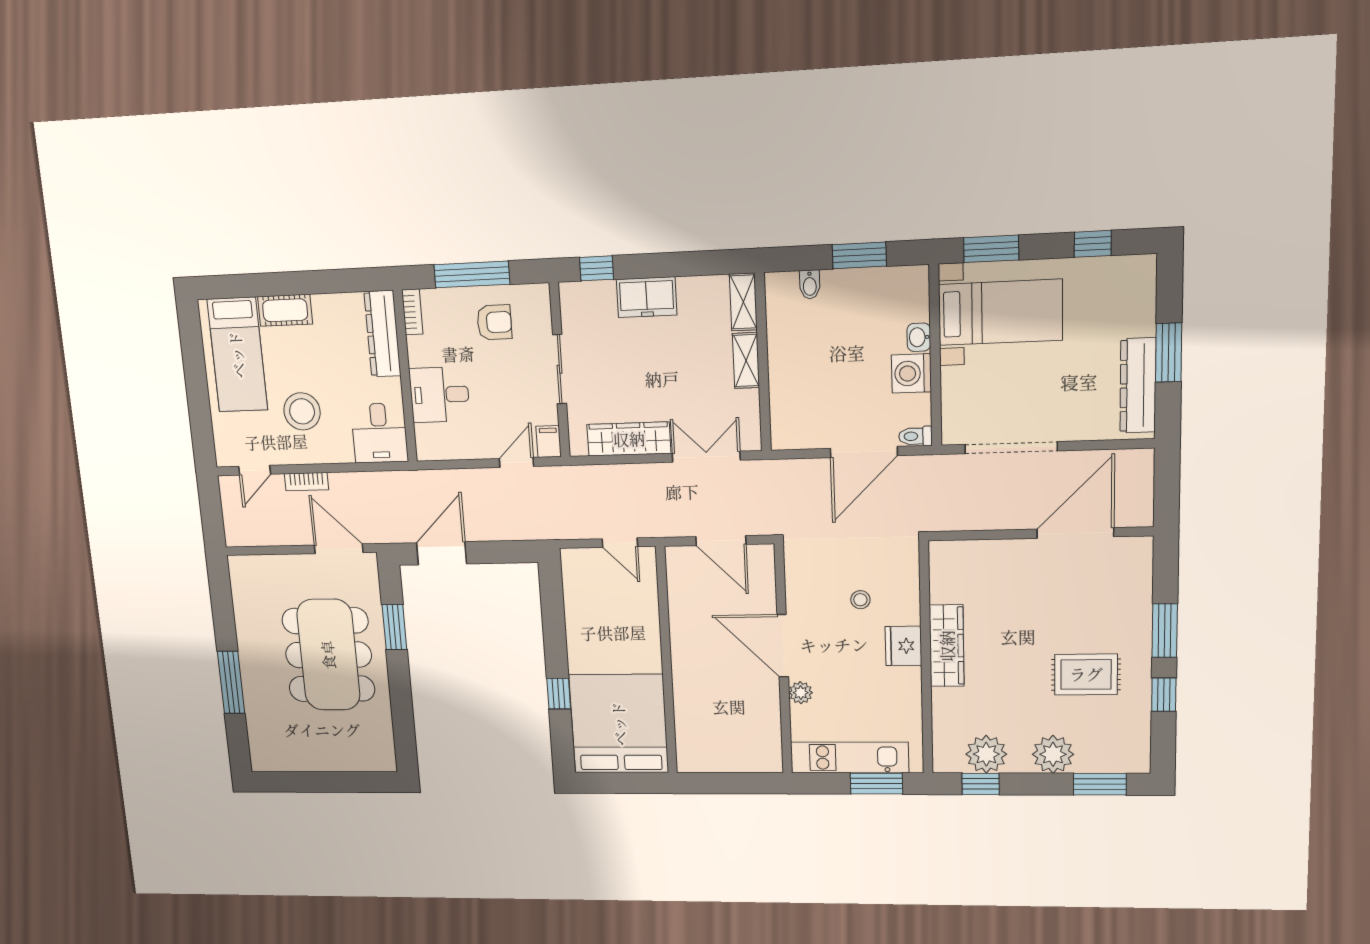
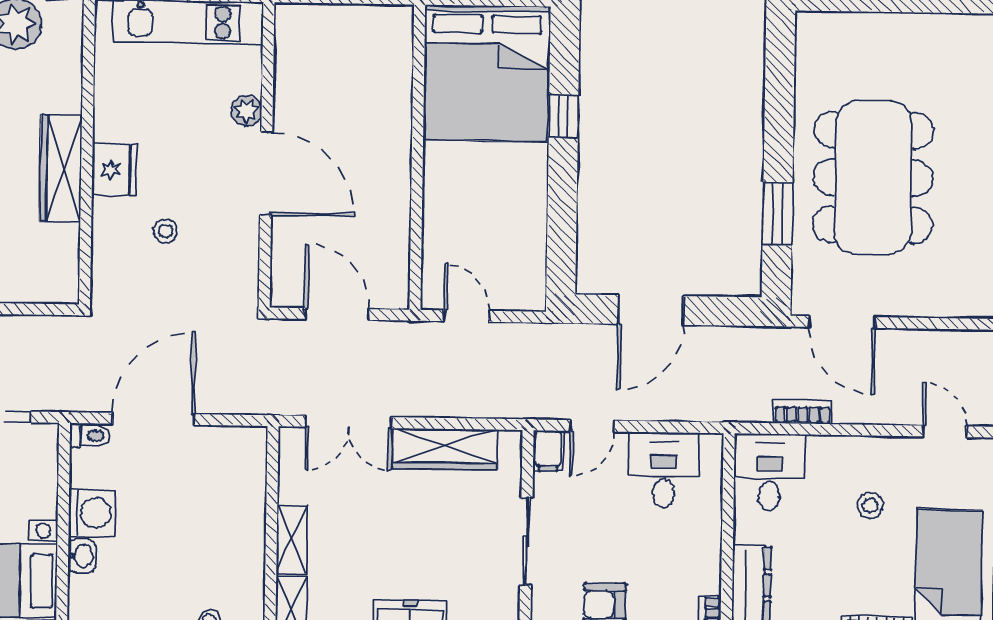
desk: (439, 395) -> (664, 470), moved, turned -90
stool: (302, 411) -> (870, 505), width x0.53, depth x0.53
door: (255, 470) -> (945, 431), hinge flipped
bookcase: (306, 482) -> (803, 412), moved
door: (442, 553) -> (651, 310), moved

